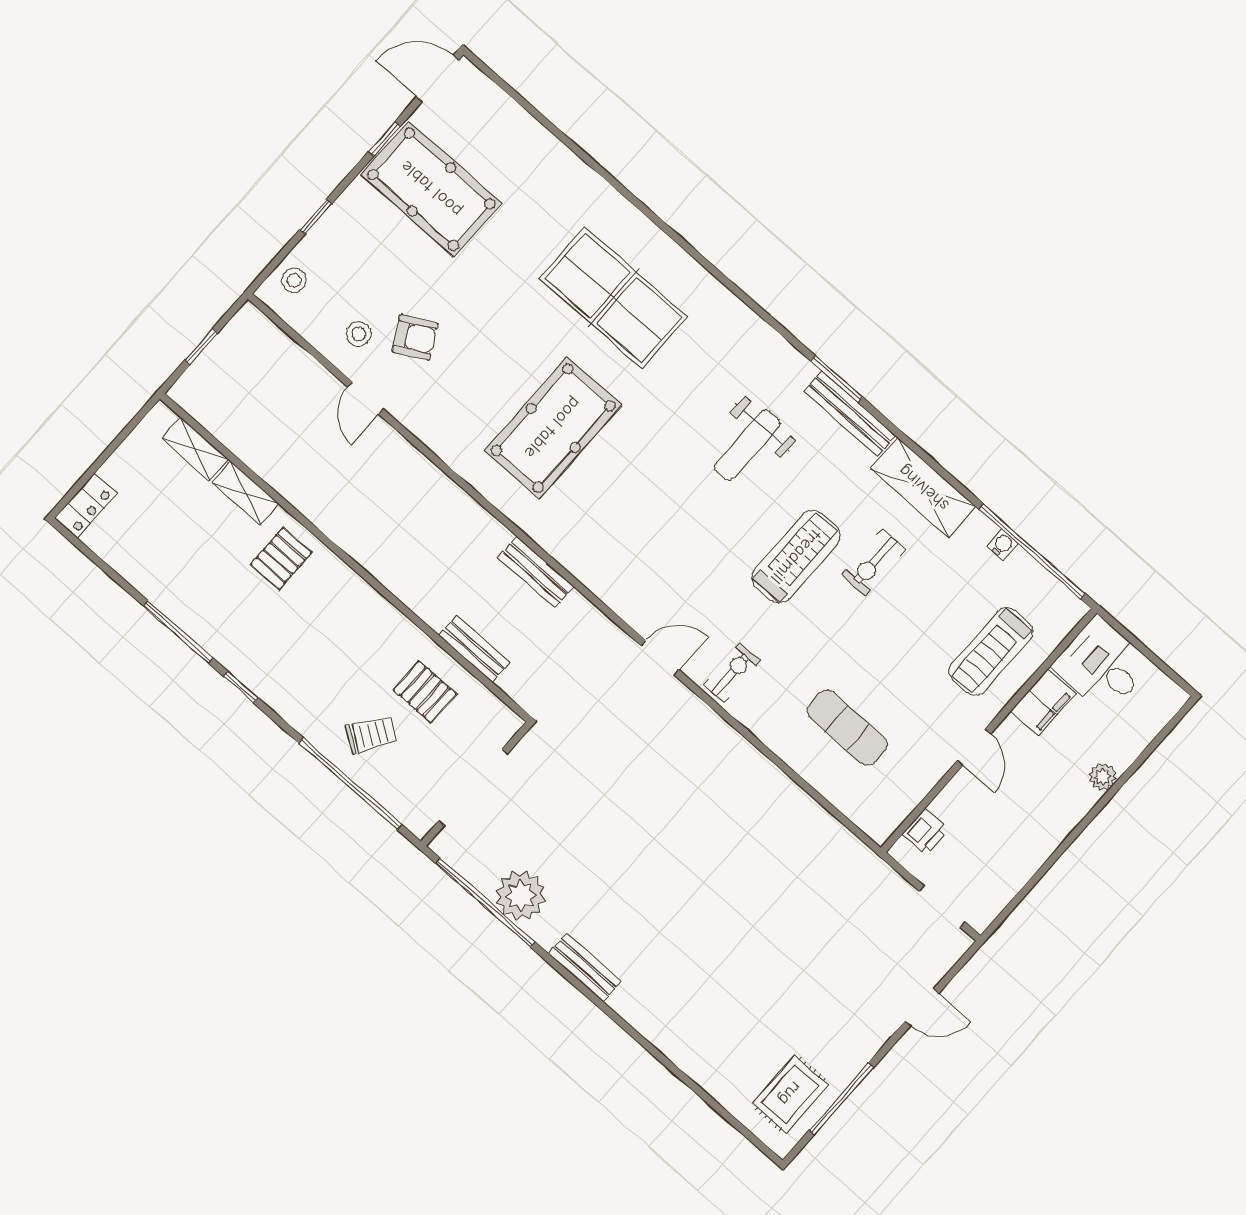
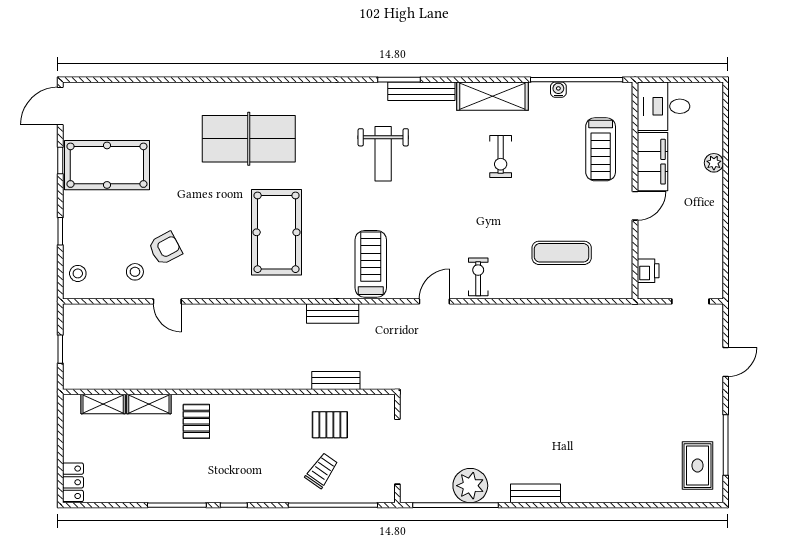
treadmill: (796, 557) -> (371, 264), moved
filing cabinet: (1043, 703) -> (652, 162), width x1.50, depth x1.17
door: (974, 747) -> (635, 206), hinge flipped

